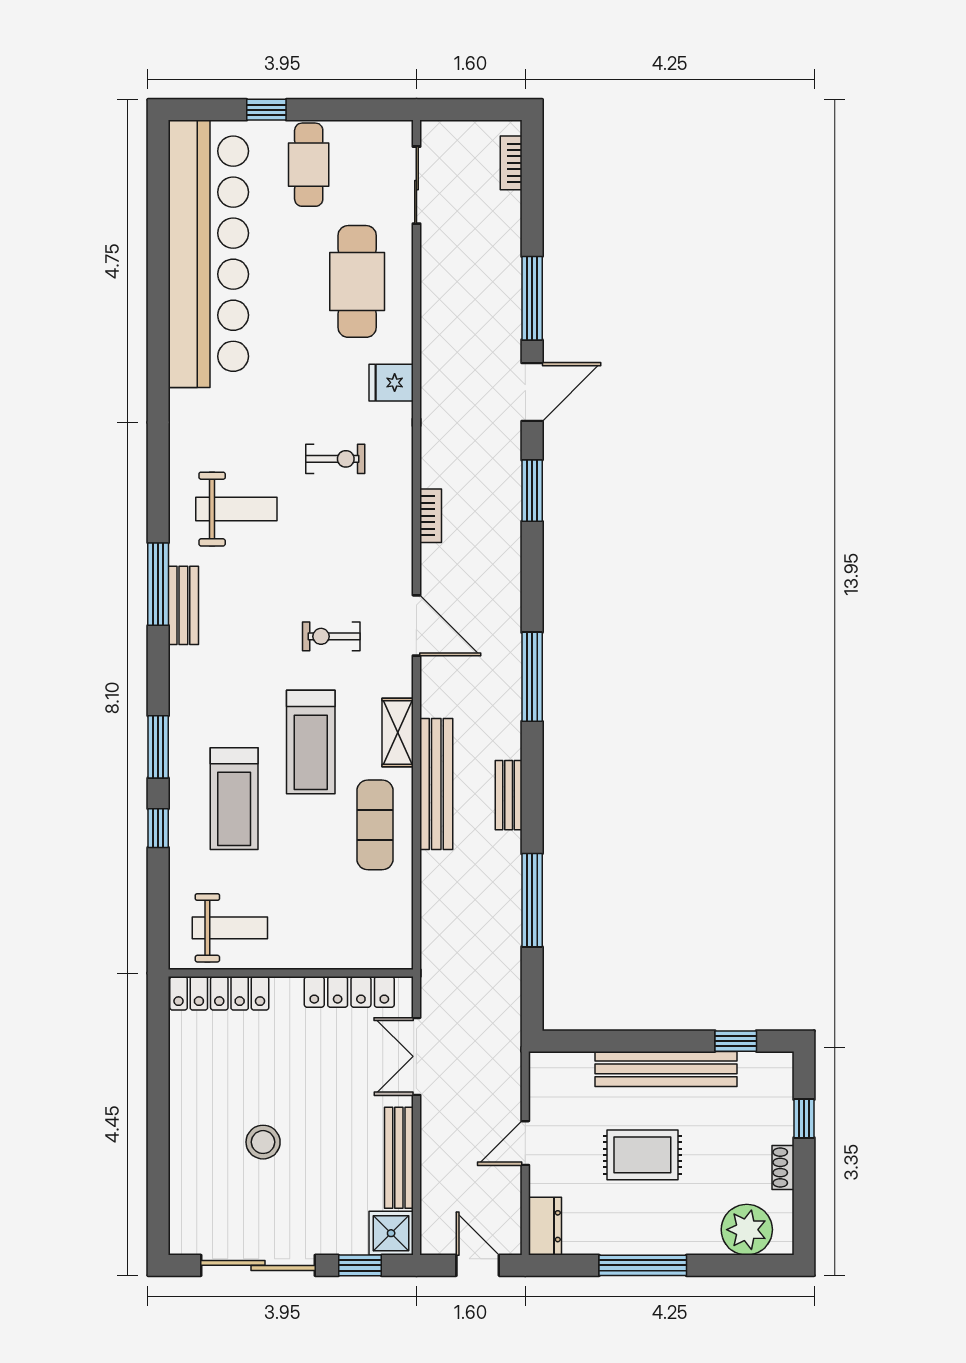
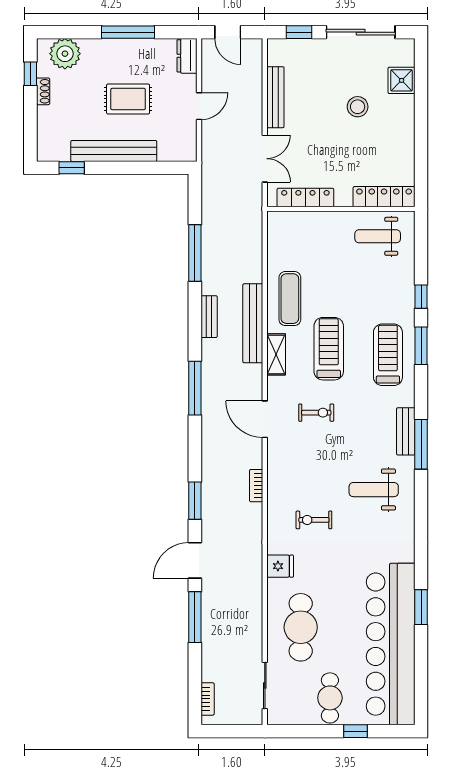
window: (158, 315) -> (421, 607), added
treadmill: (234, 799) -> (388, 355), moved
window: (804, 1119) -> (30, 74), moved
shower: (391, 1233) -> (402, 80), moved

